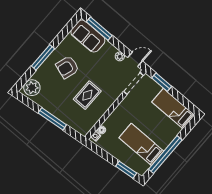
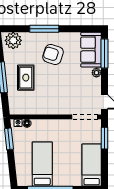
plant: (120, 56) -> (96, 73), moved
rug: (87, 95) -> (26, 78), moved, turned 90
window: (126, 170) -> (9, 139), moved

